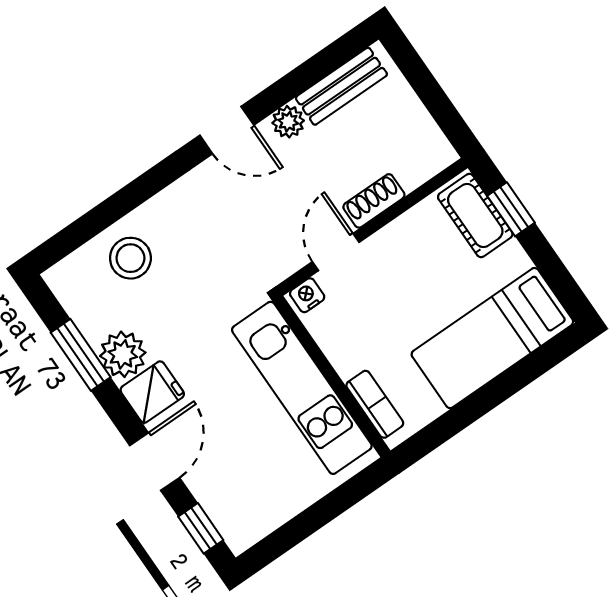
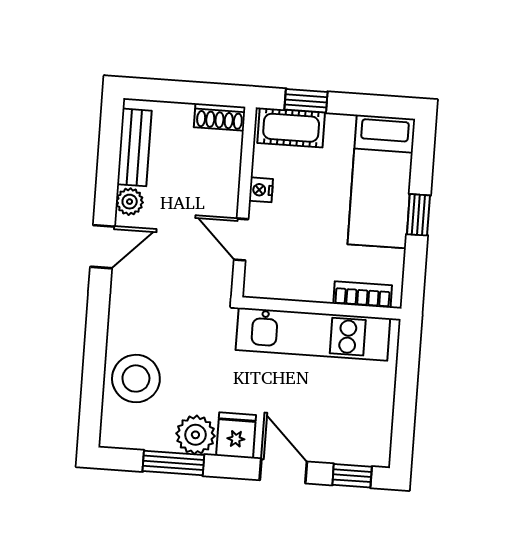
shoe rack: (374, 201) -> (220, 117), moved, turned -90
stool: (130, 258) -> (136, 379), width x1.38, depth x1.38
nightstand: (307, 295) -> (261, 190), moved
window: (489, 397) -> (418, 215), added

